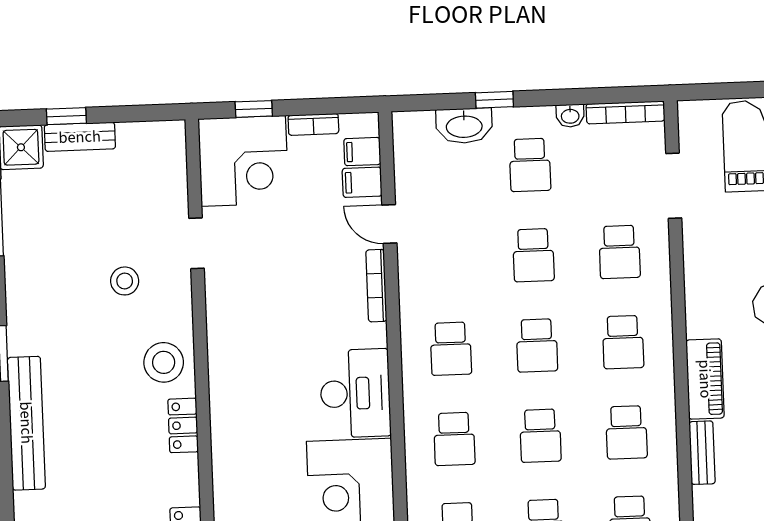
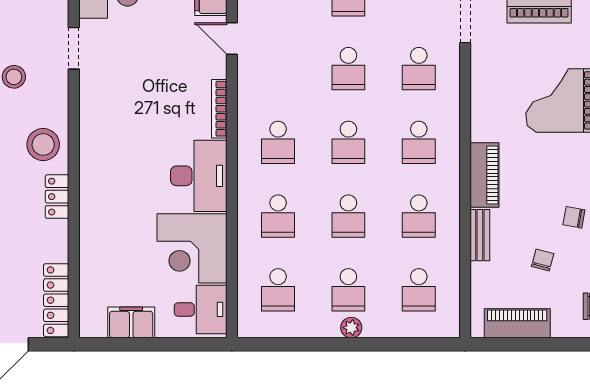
bookcase: (376, 286) -> (219, 109), moved

